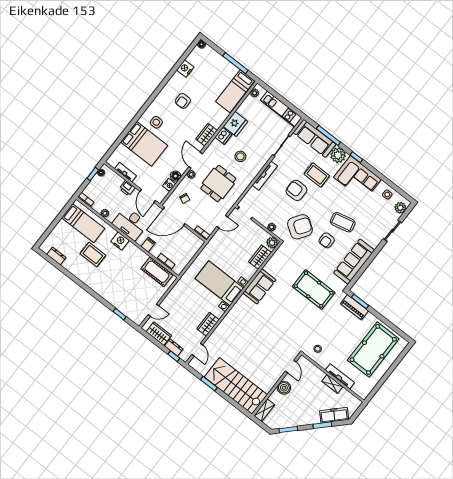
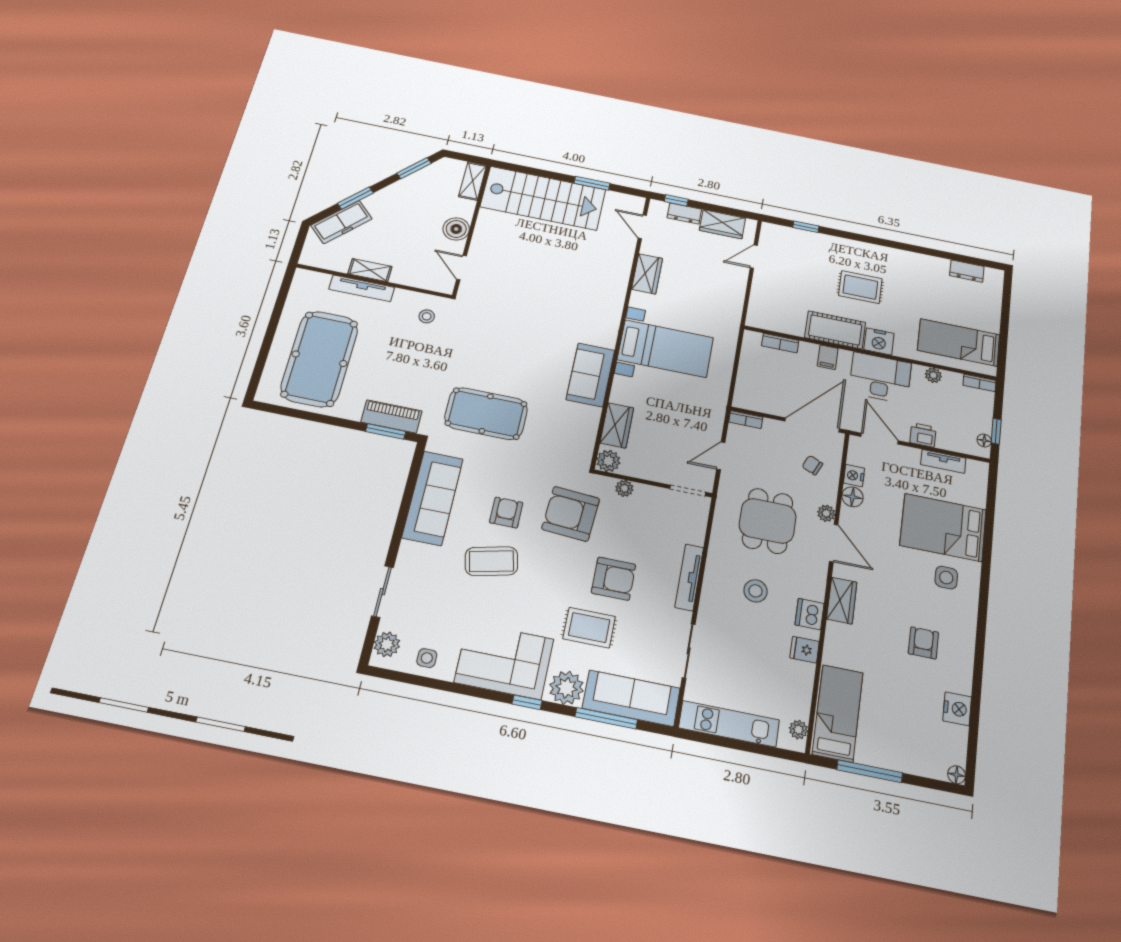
fridge: (235, 124) -> (805, 650), width x0.53, depth x0.75
armchair: (300, 227) -> (571, 514), turned 60
rug: (93, 255) -> (860, 287), moved
cot: (157, 272) -> (835, 330), moved

